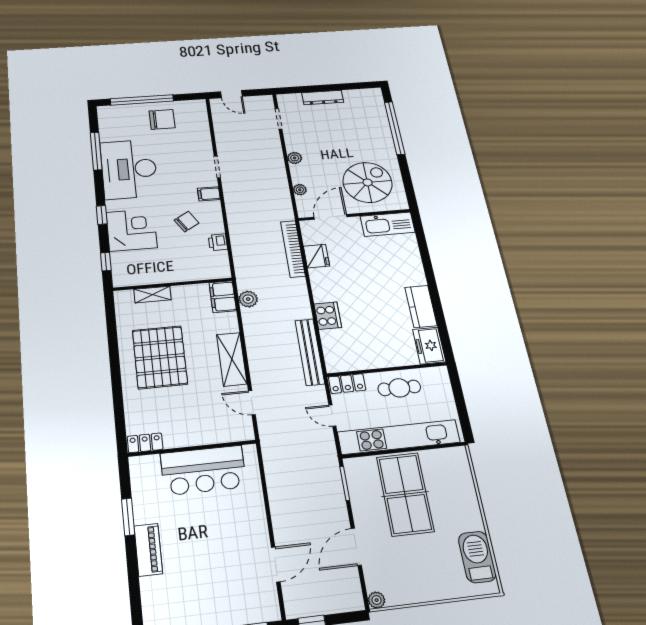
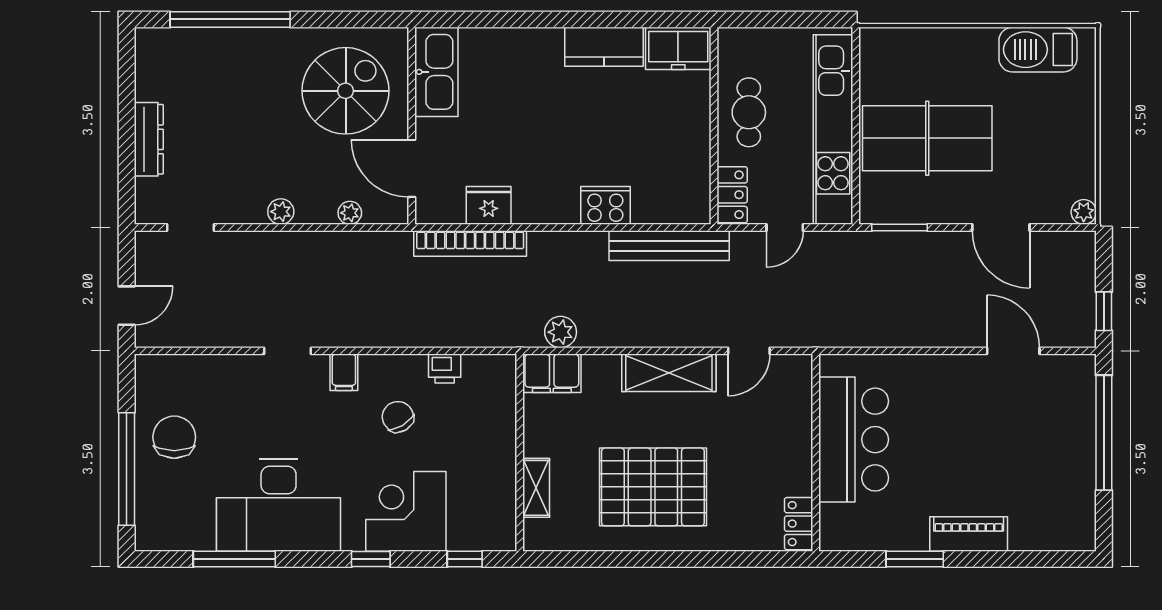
spiral stairs: (368, 182) -> (346, 91), turned 90

